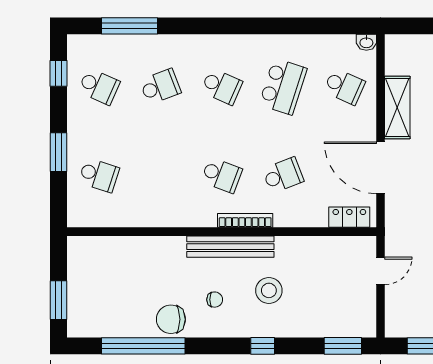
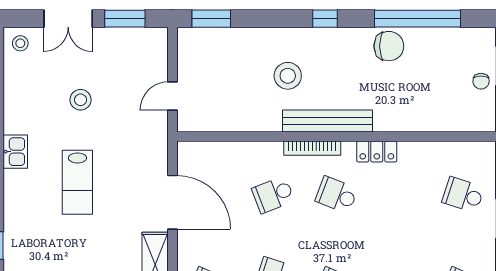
locker: (349, 217) -> (377, 151), moved
chair: (215, 300) -> (481, 81), moved, turned -90
window: (263, 346) -> (325, 19), moved

